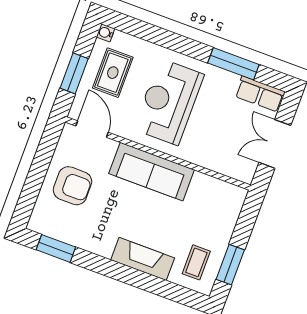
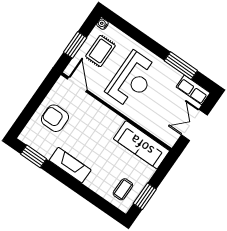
reception desk: (169, 102) -> (132, 80), turned 180
sofa: (152, 172) -> (142, 145), moved
armchair: (73, 186) -> (55, 118), turned 180
fireplace: (143, 259) -> (70, 165), moved

